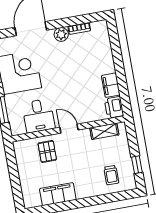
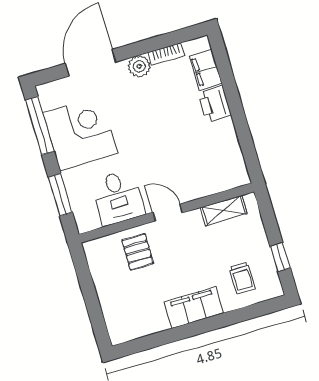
filing cabinet: (111, 85) -> (206, 70), moved
printer: (114, 107) -> (215, 104), moved
filing cabinet: (58, 194) -> (194, 308), moved

